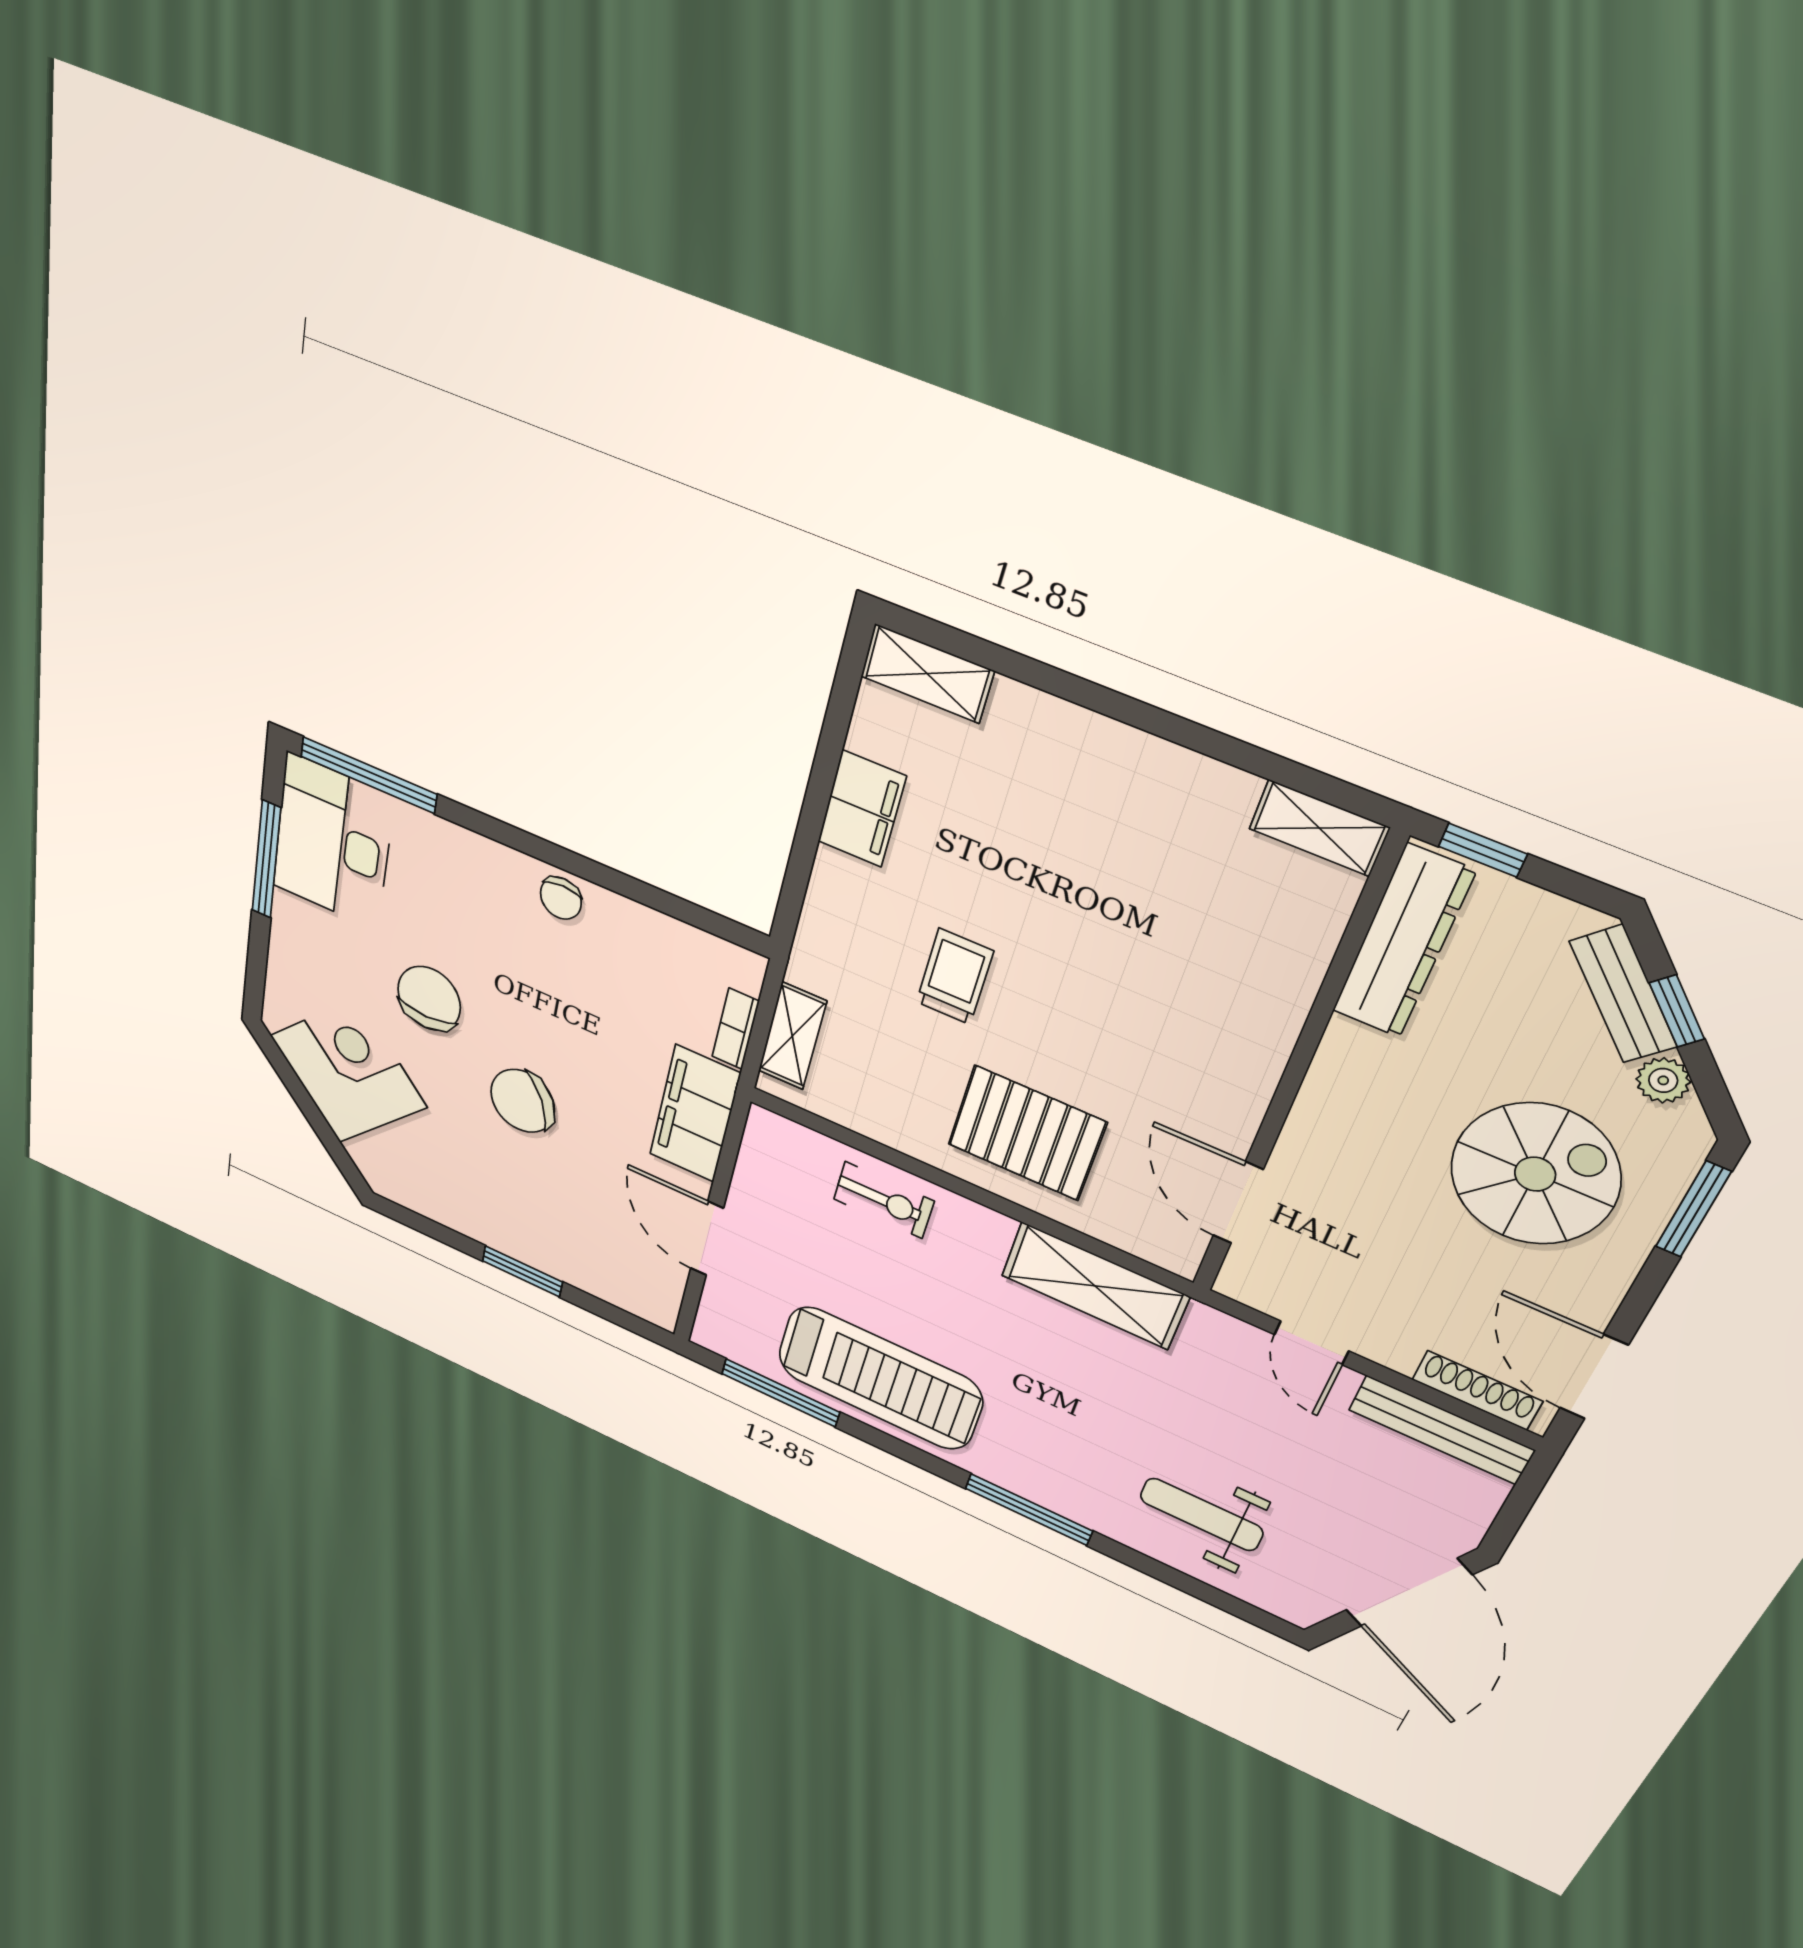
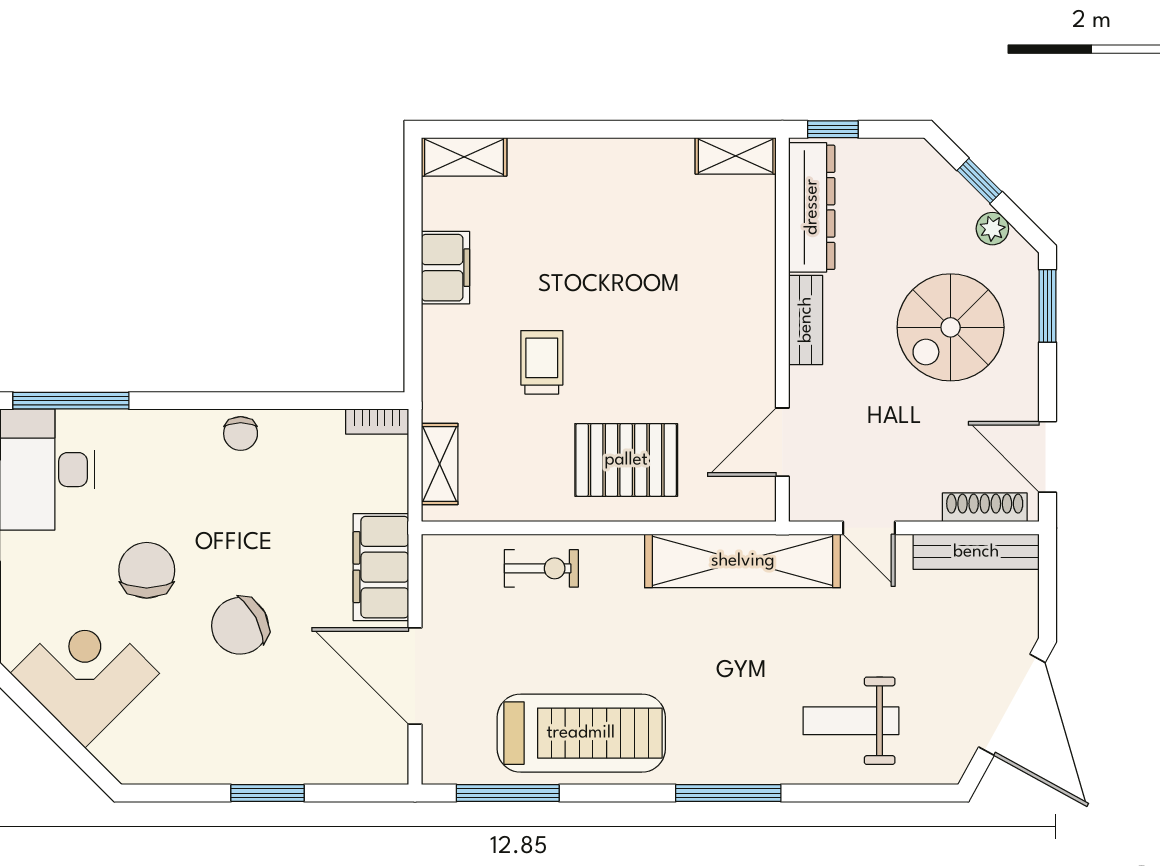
bench: (1623, 994) -> (806, 320), moved, turned 45
bookcase: (736, 1029) -> (377, 422), moved, turned -90
spiral stairs: (1535, 1174) -> (951, 327), turned 180
door: (1238, 1203) -> (782, 442), hinge flipped
door: (707, 1239) -> (415, 676), width x1.36
shelving: (1095, 1286) -> (743, 561), width x1.47

